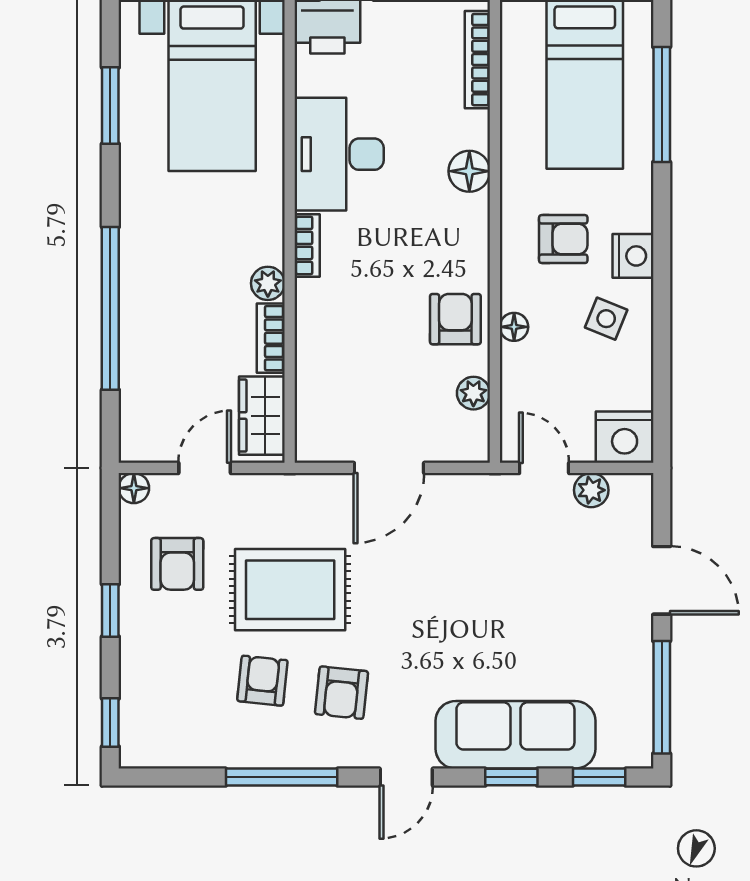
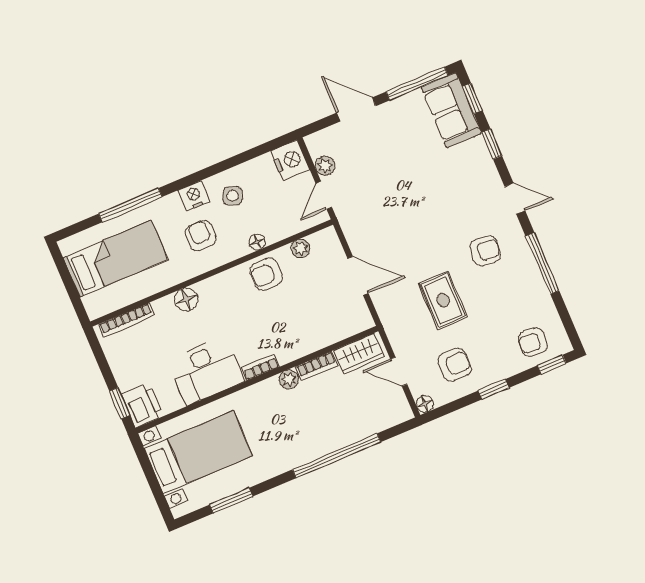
window: (662, 105) -> (130, 205), moved
door: (662, 580) -> (356, 109), hinge flipped
rug: (290, 590) -> (443, 300), width x0.73, depth x0.70
armchair: (262, 681) -> (533, 342), moved
sofa: (515, 735) -> (451, 110), moved, width x0.73

